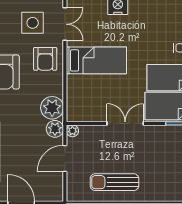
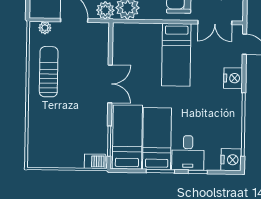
plant: (72, 131) -> (45, 28), moved

